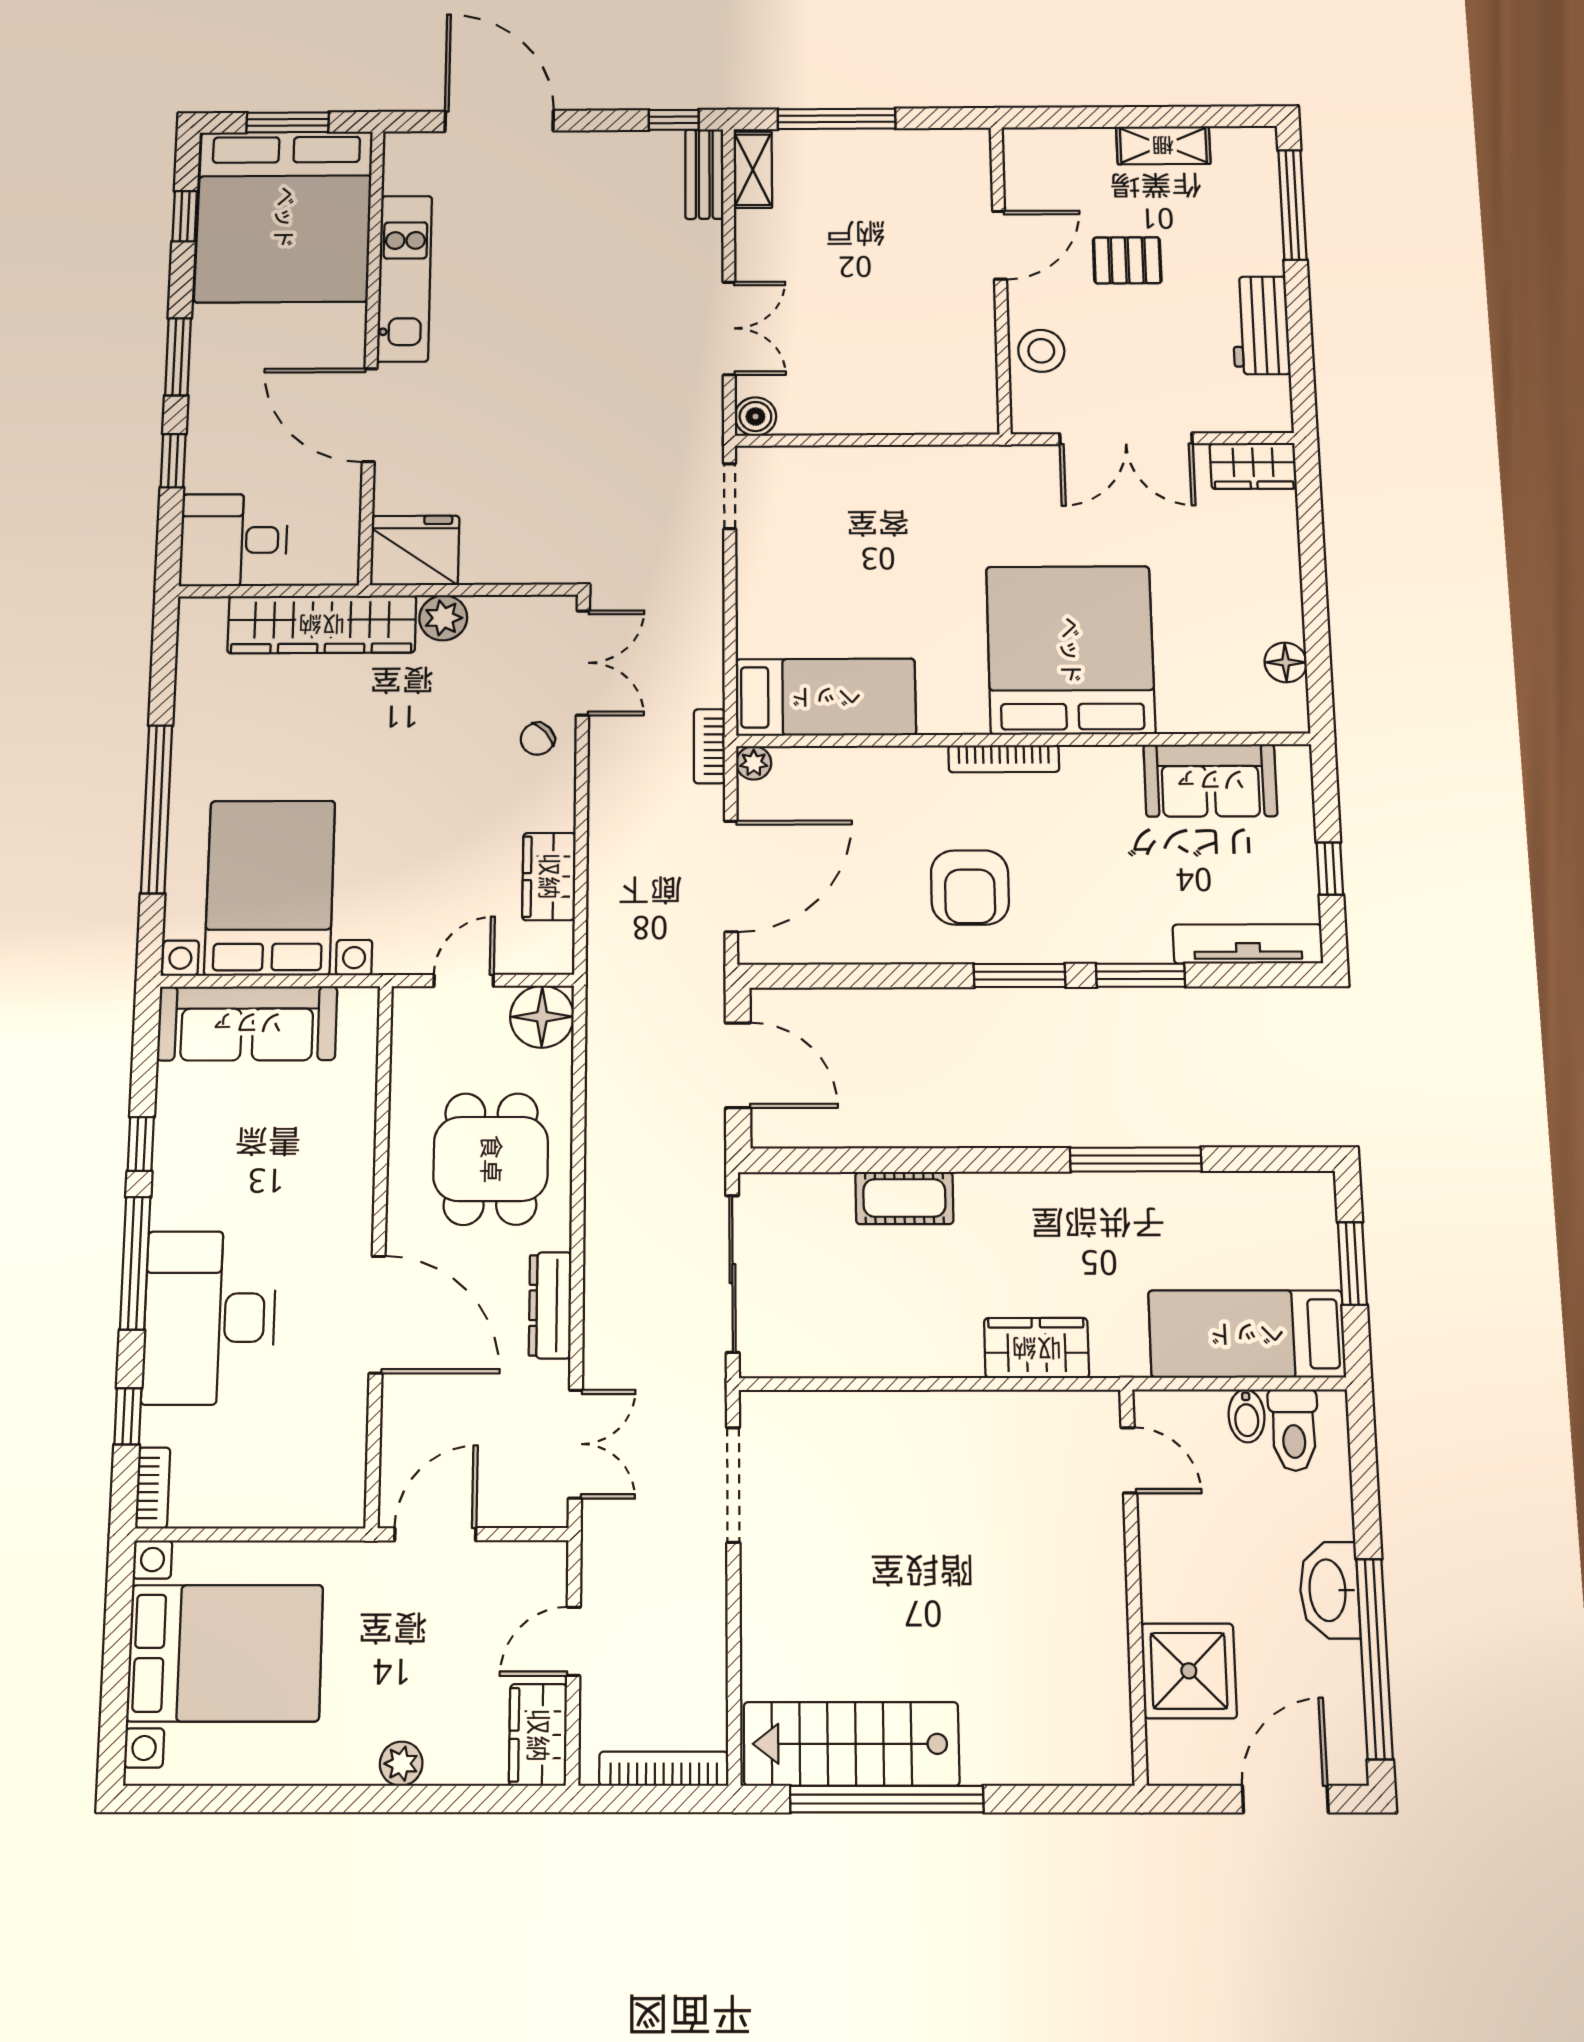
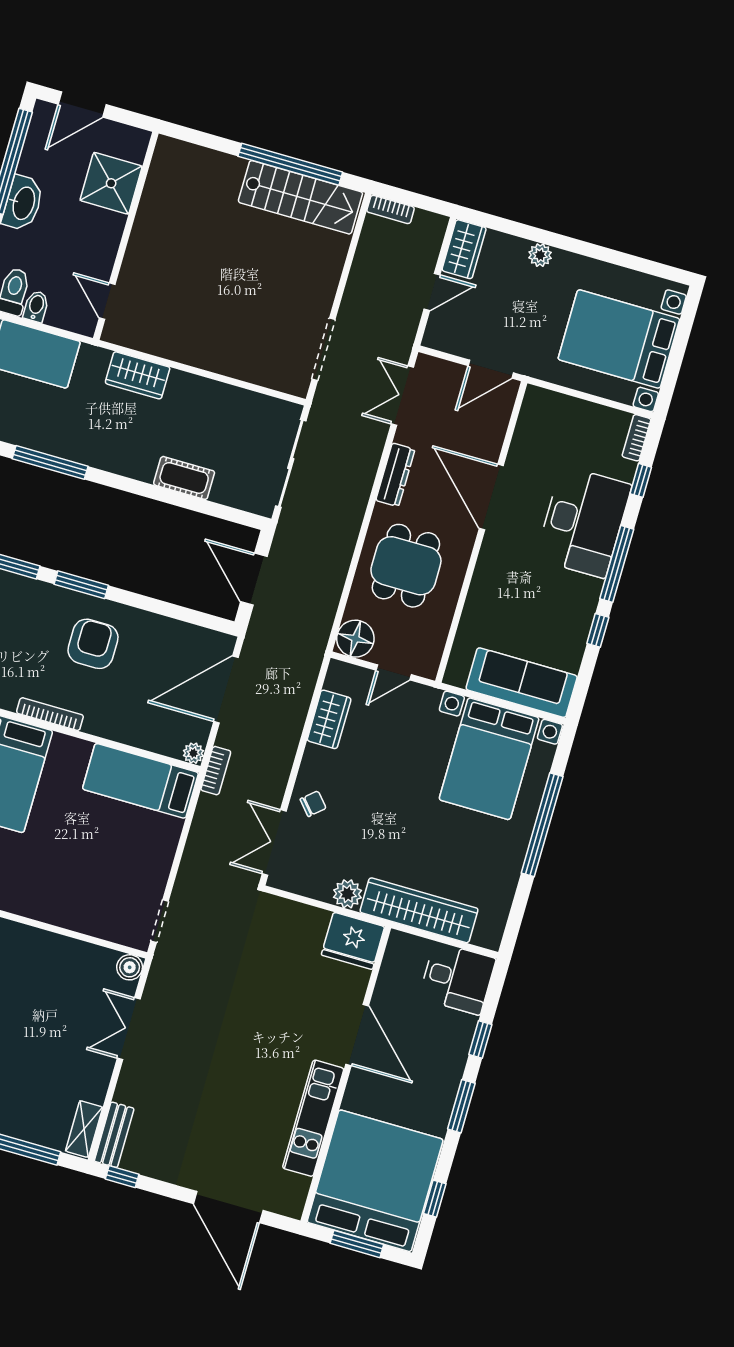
bookcase: (664, 1769) -> (391, 209), width x0.64

